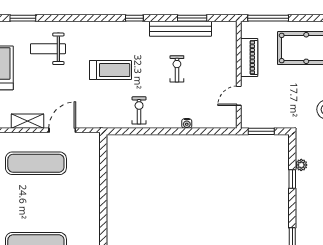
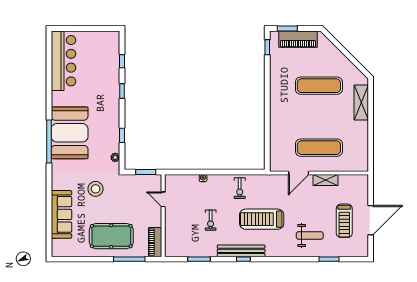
window: (268, 18) -> (129, 259), moved
bench: (180, 29) -> (241, 251), moved
piano: (249, 57) -> (155, 242), moved
treadmill: (110, 70) -> (262, 219), width x1.37, depth x1.38
door: (239, 96) -> (163, 199), swing flipped
plant: (301, 165) -> (115, 157), moved

